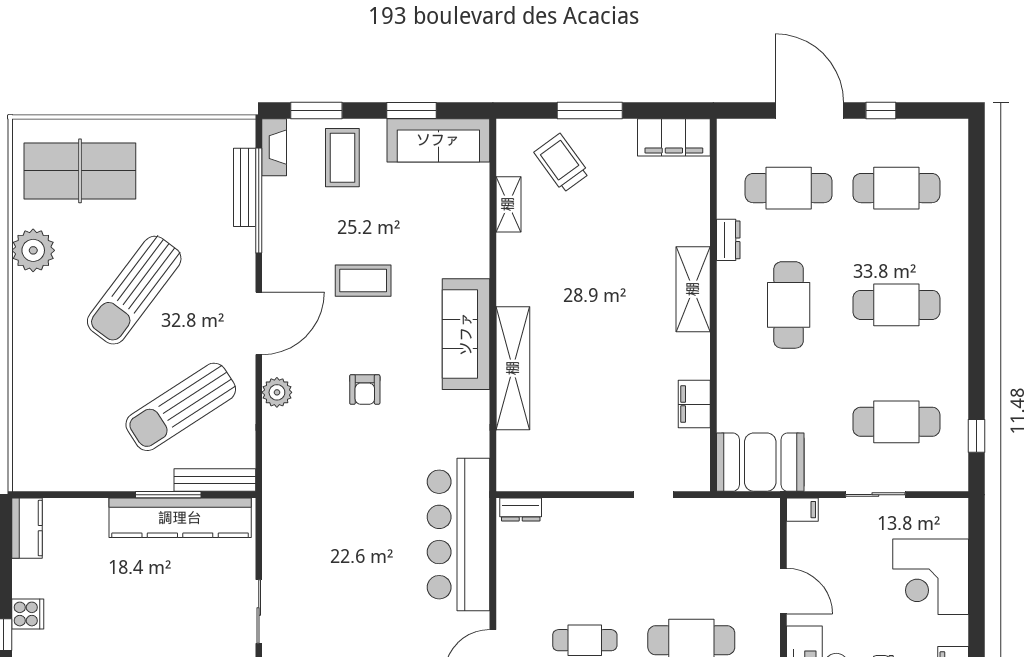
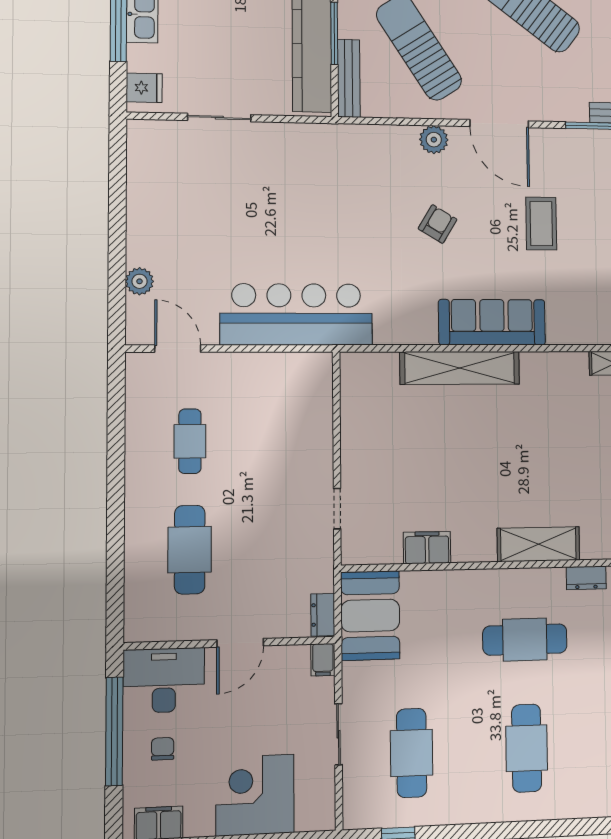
armchair: (365, 389) -> (438, 224), turned 121
dresser: (521, 509) -> (323, 615), moved

